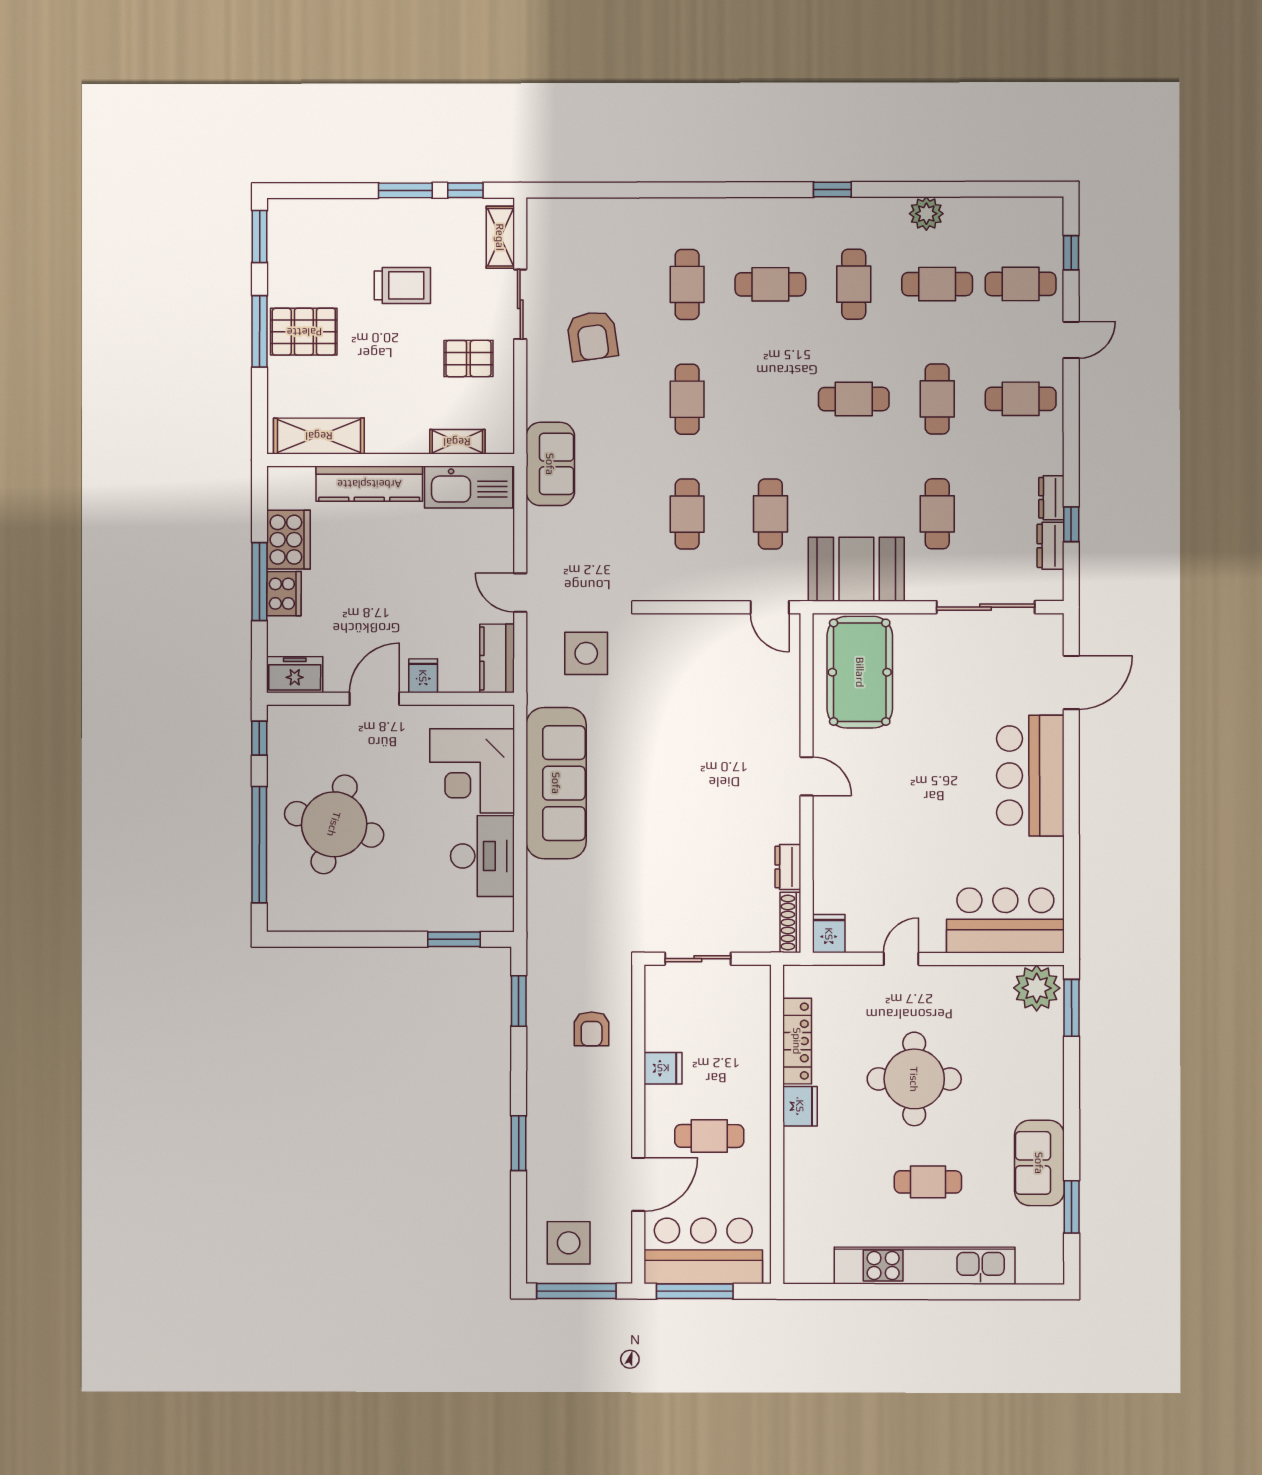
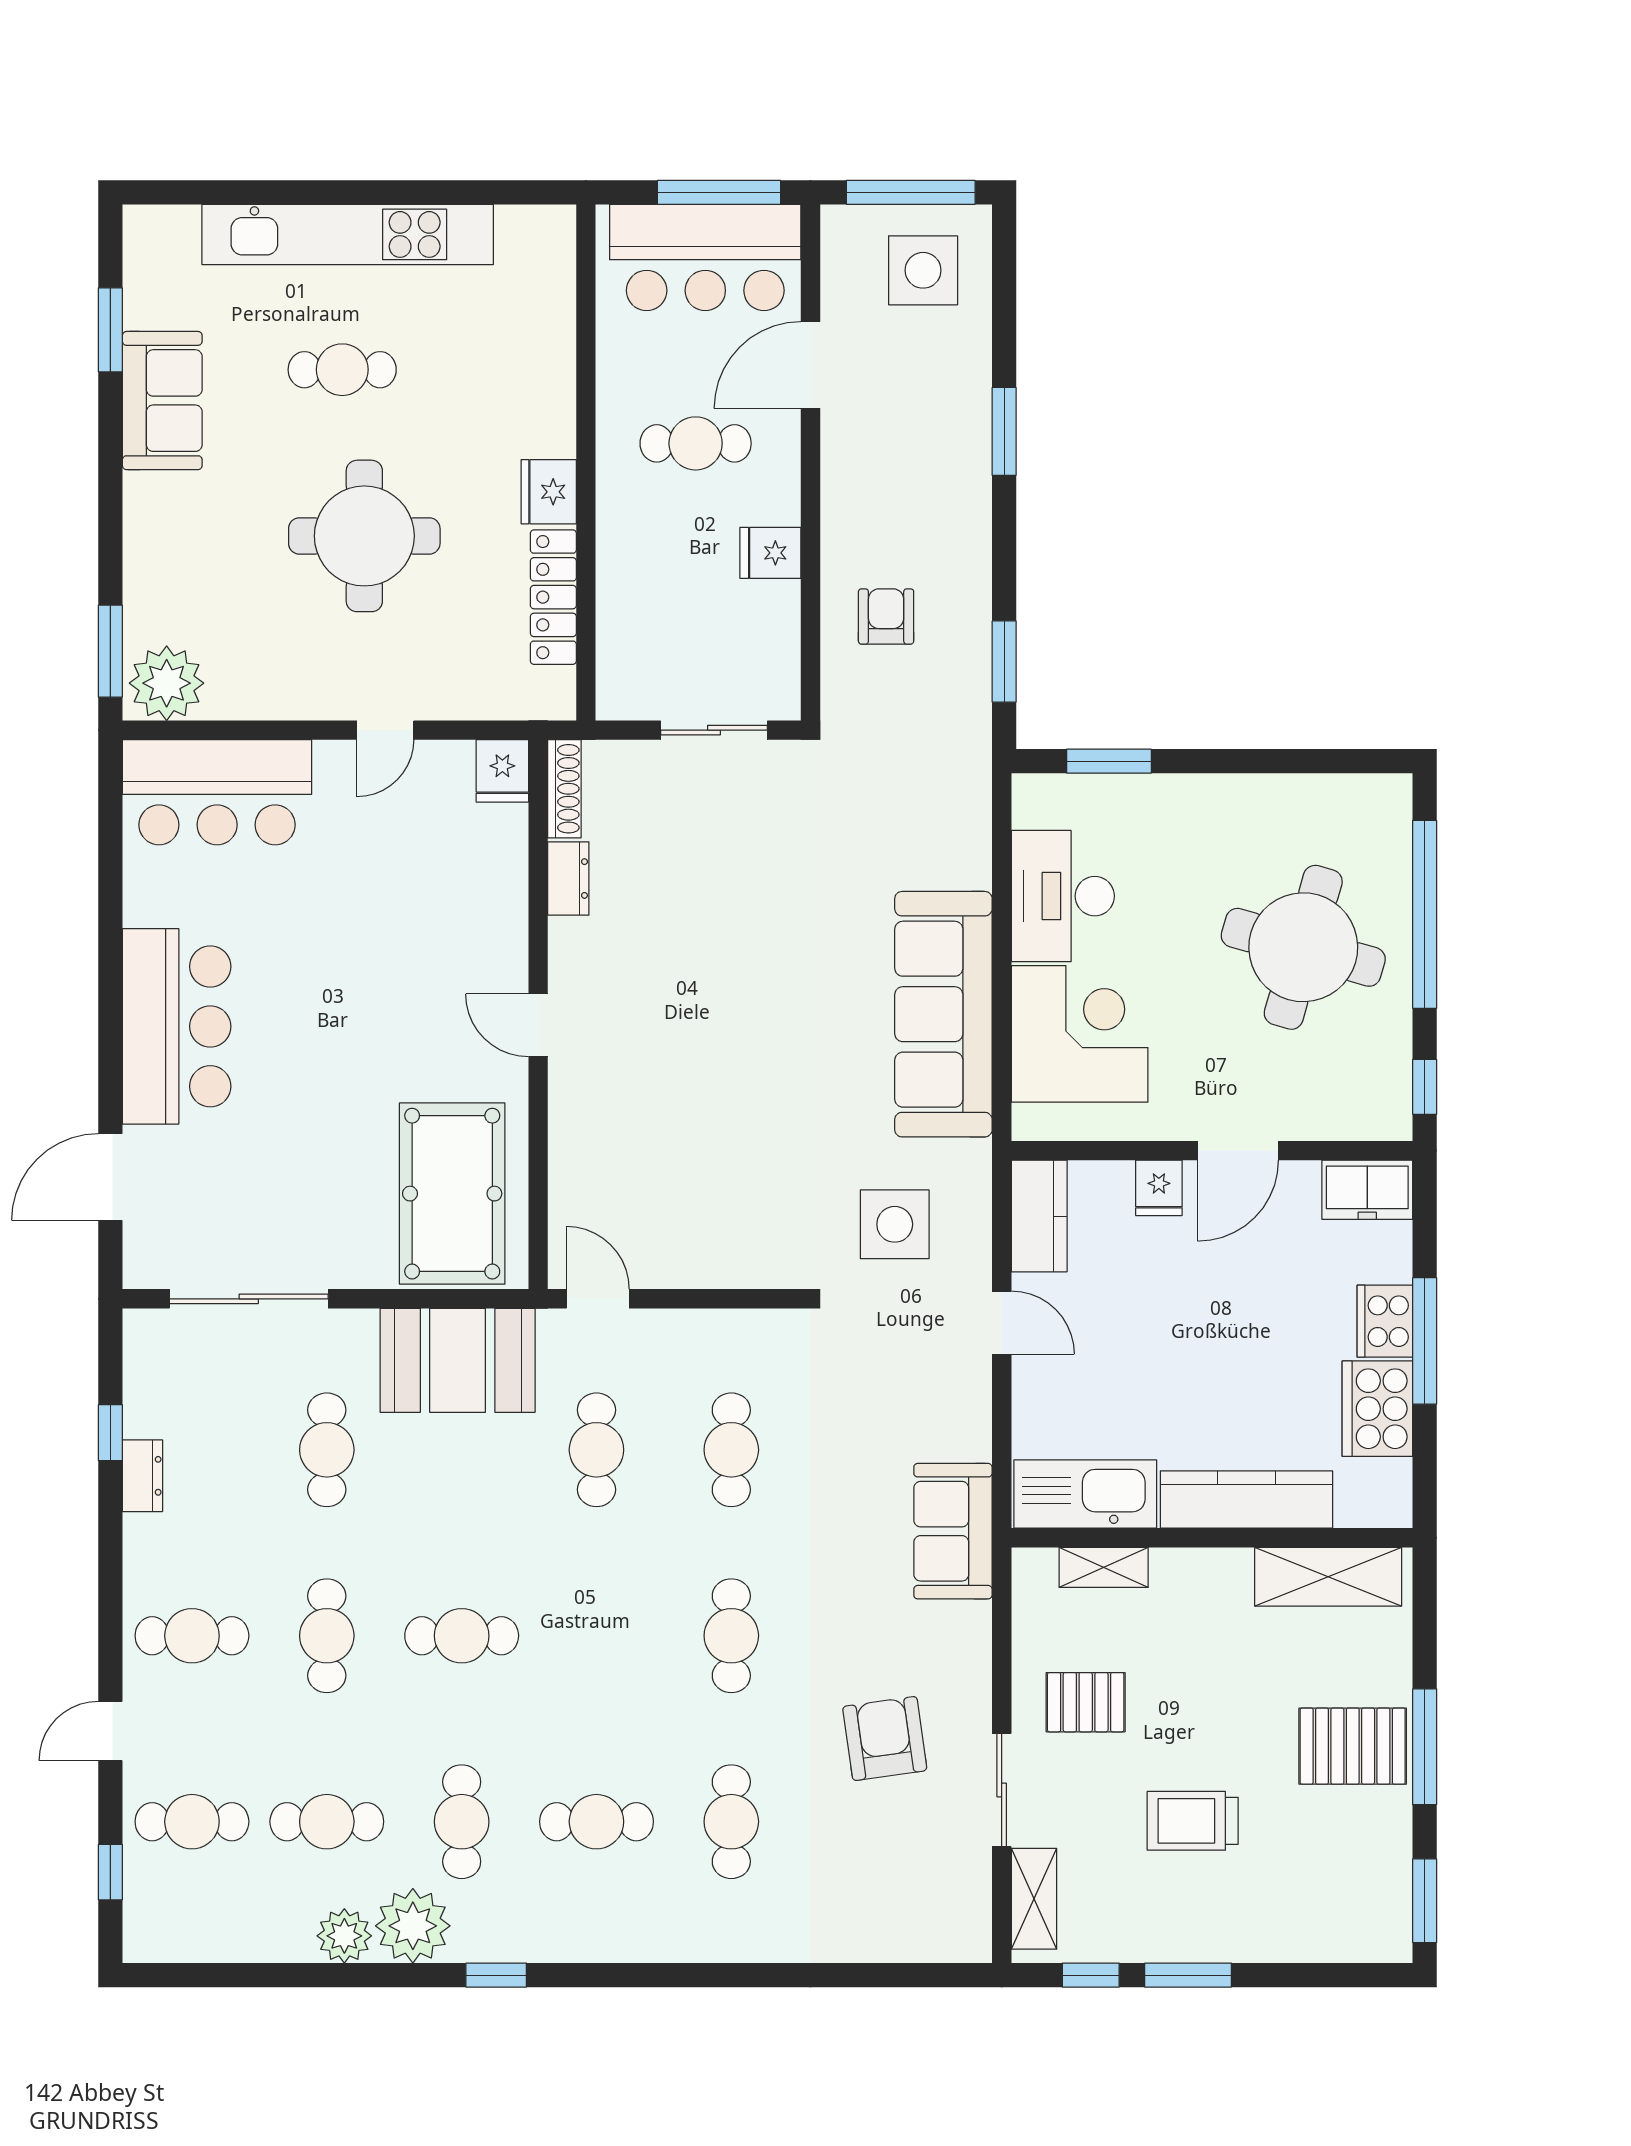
plant: (884, 220) -> (413, 1926), added
dresser: (1051, 546) -> (144, 1398), removed

